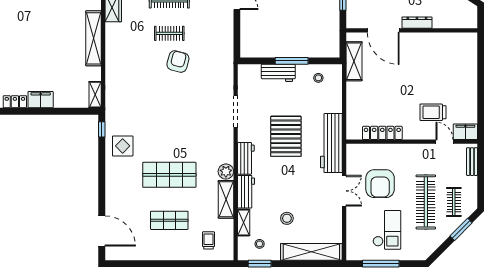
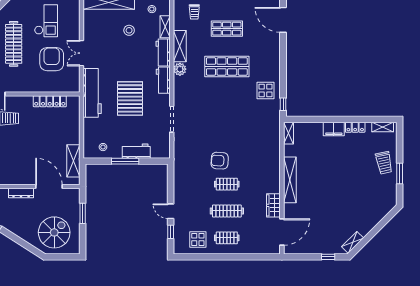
armchair: (178, 61) -> (220, 161), turned 78
checkout: (387, 230) -> (46, 21), turned 180

